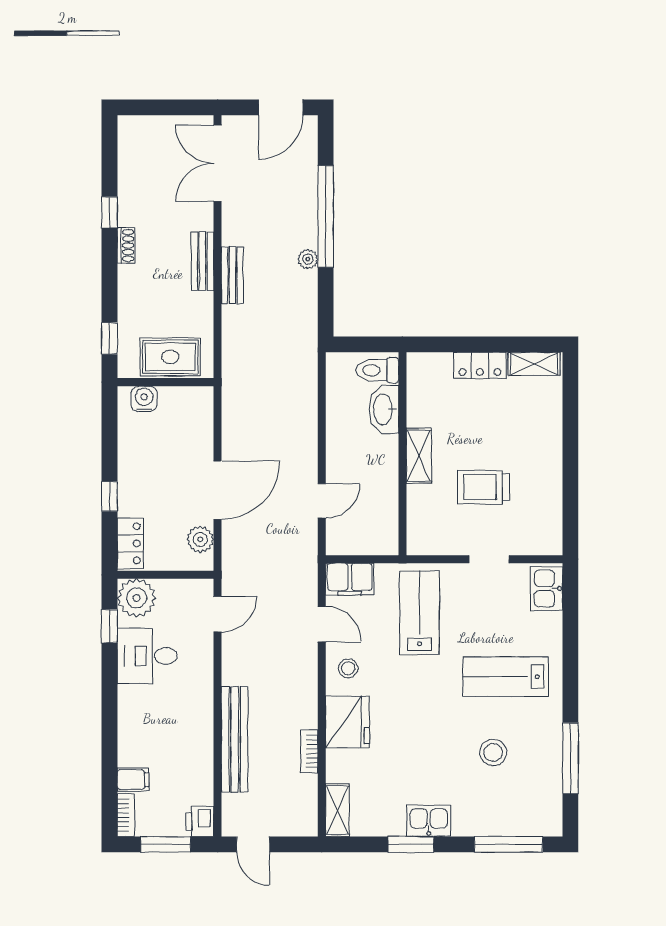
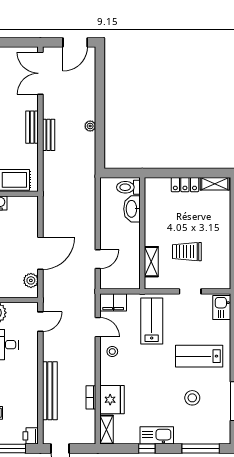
window: (326, 216) -> (100, 102), removed
shelving: (419, 456) -> (151, 262), moved
fridge: (347, 722) -> (112, 400), moved
kitchen sink: (429, 821) -> (157, 435), width x1.38
window: (411, 844) -> (147, 449), width x0.67

